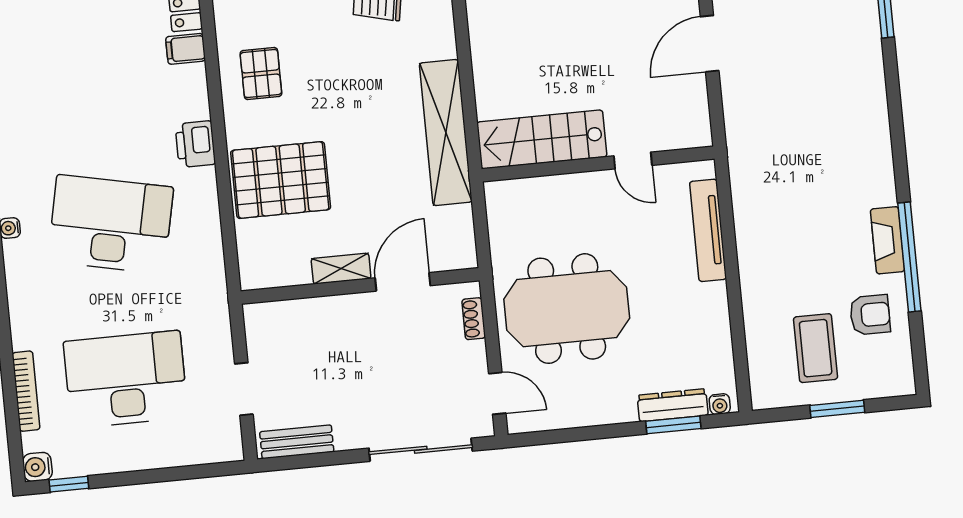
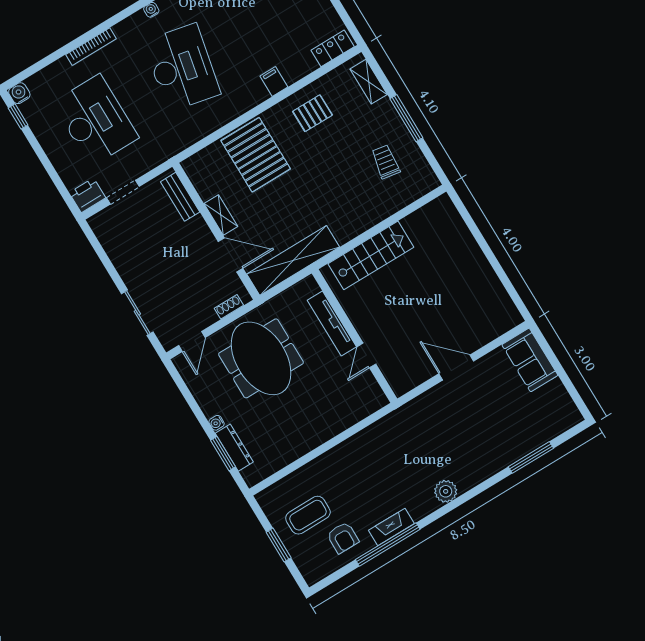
filing cabinet: (186, 49) -> (274, 81), moved
shelving: (446, 133) -> (293, 260), moved
stairs: (542, 139) -> (371, 255), moved, turned 90
plant: (874, 141) -> (446, 491), added
printer: (195, 144) -> (87, 195), moved
tv unit: (708, 230) -> (332, 324), moved, turned -90
bookcase: (26, 391) -> (91, 47), moved
water cooler: (720, 404) -> (217, 423), moved
bench: (297, 442) -> (180, 197), moved
sliding door: (421, 450) -> (137, 313), width x0.73

